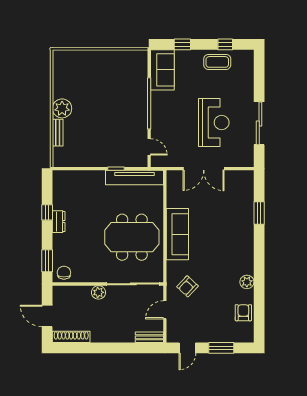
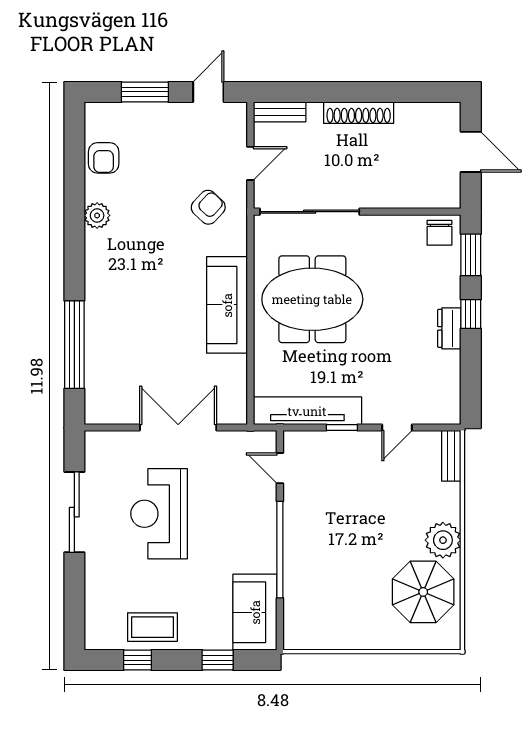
parasol: (73, 81) -> (423, 592), added
bench: (58, 133) -> (451, 456), moved
door: (87, 169) -> (397, 428), added
window: (47, 212) -> (471, 314), moved
window: (259, 213) -> (74, 345), width x2.11
plant: (98, 292) -> (375, 196), removed
shoe rack: (71, 337) -> (359, 113), moved

